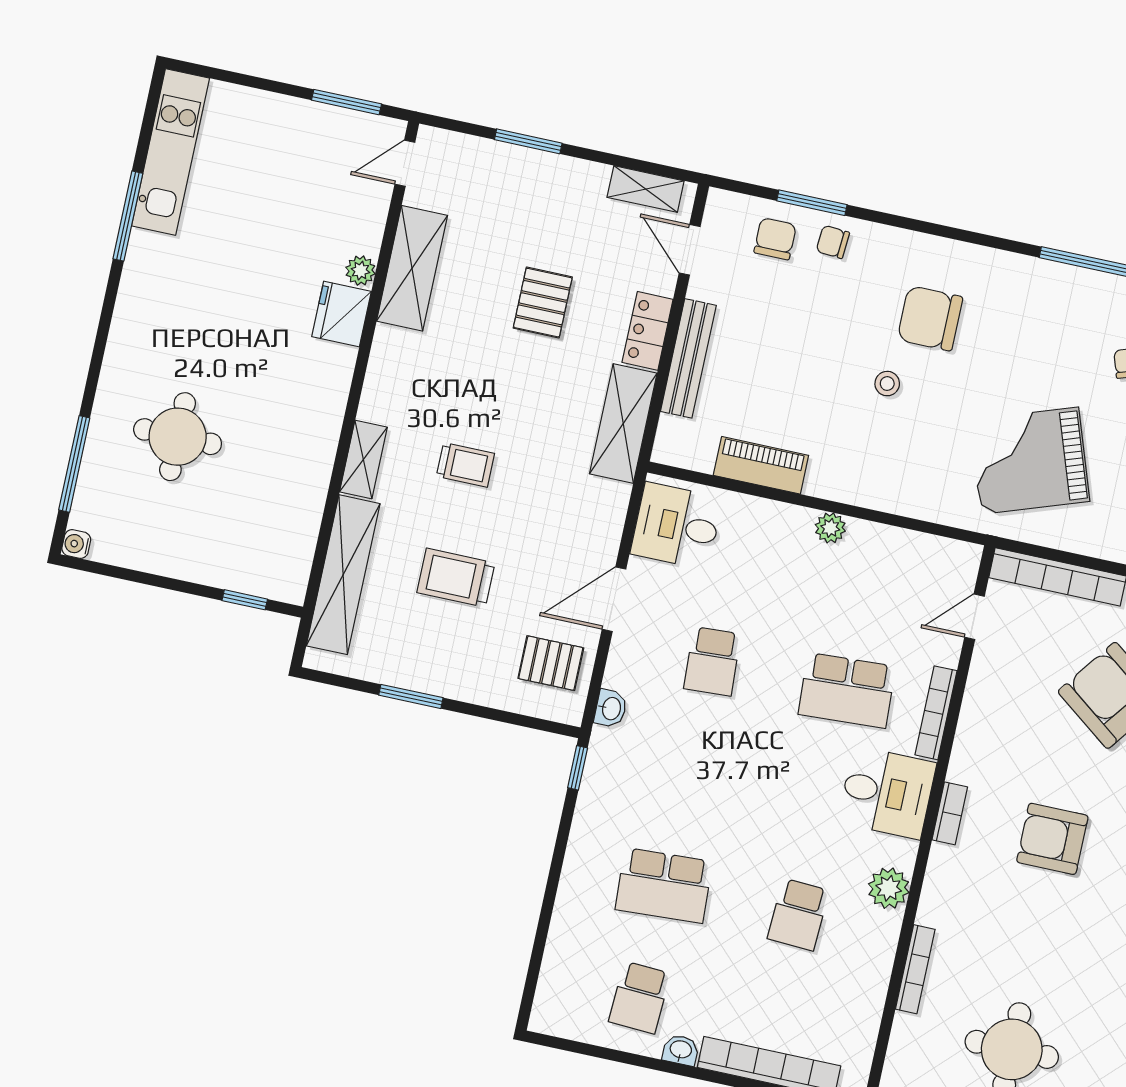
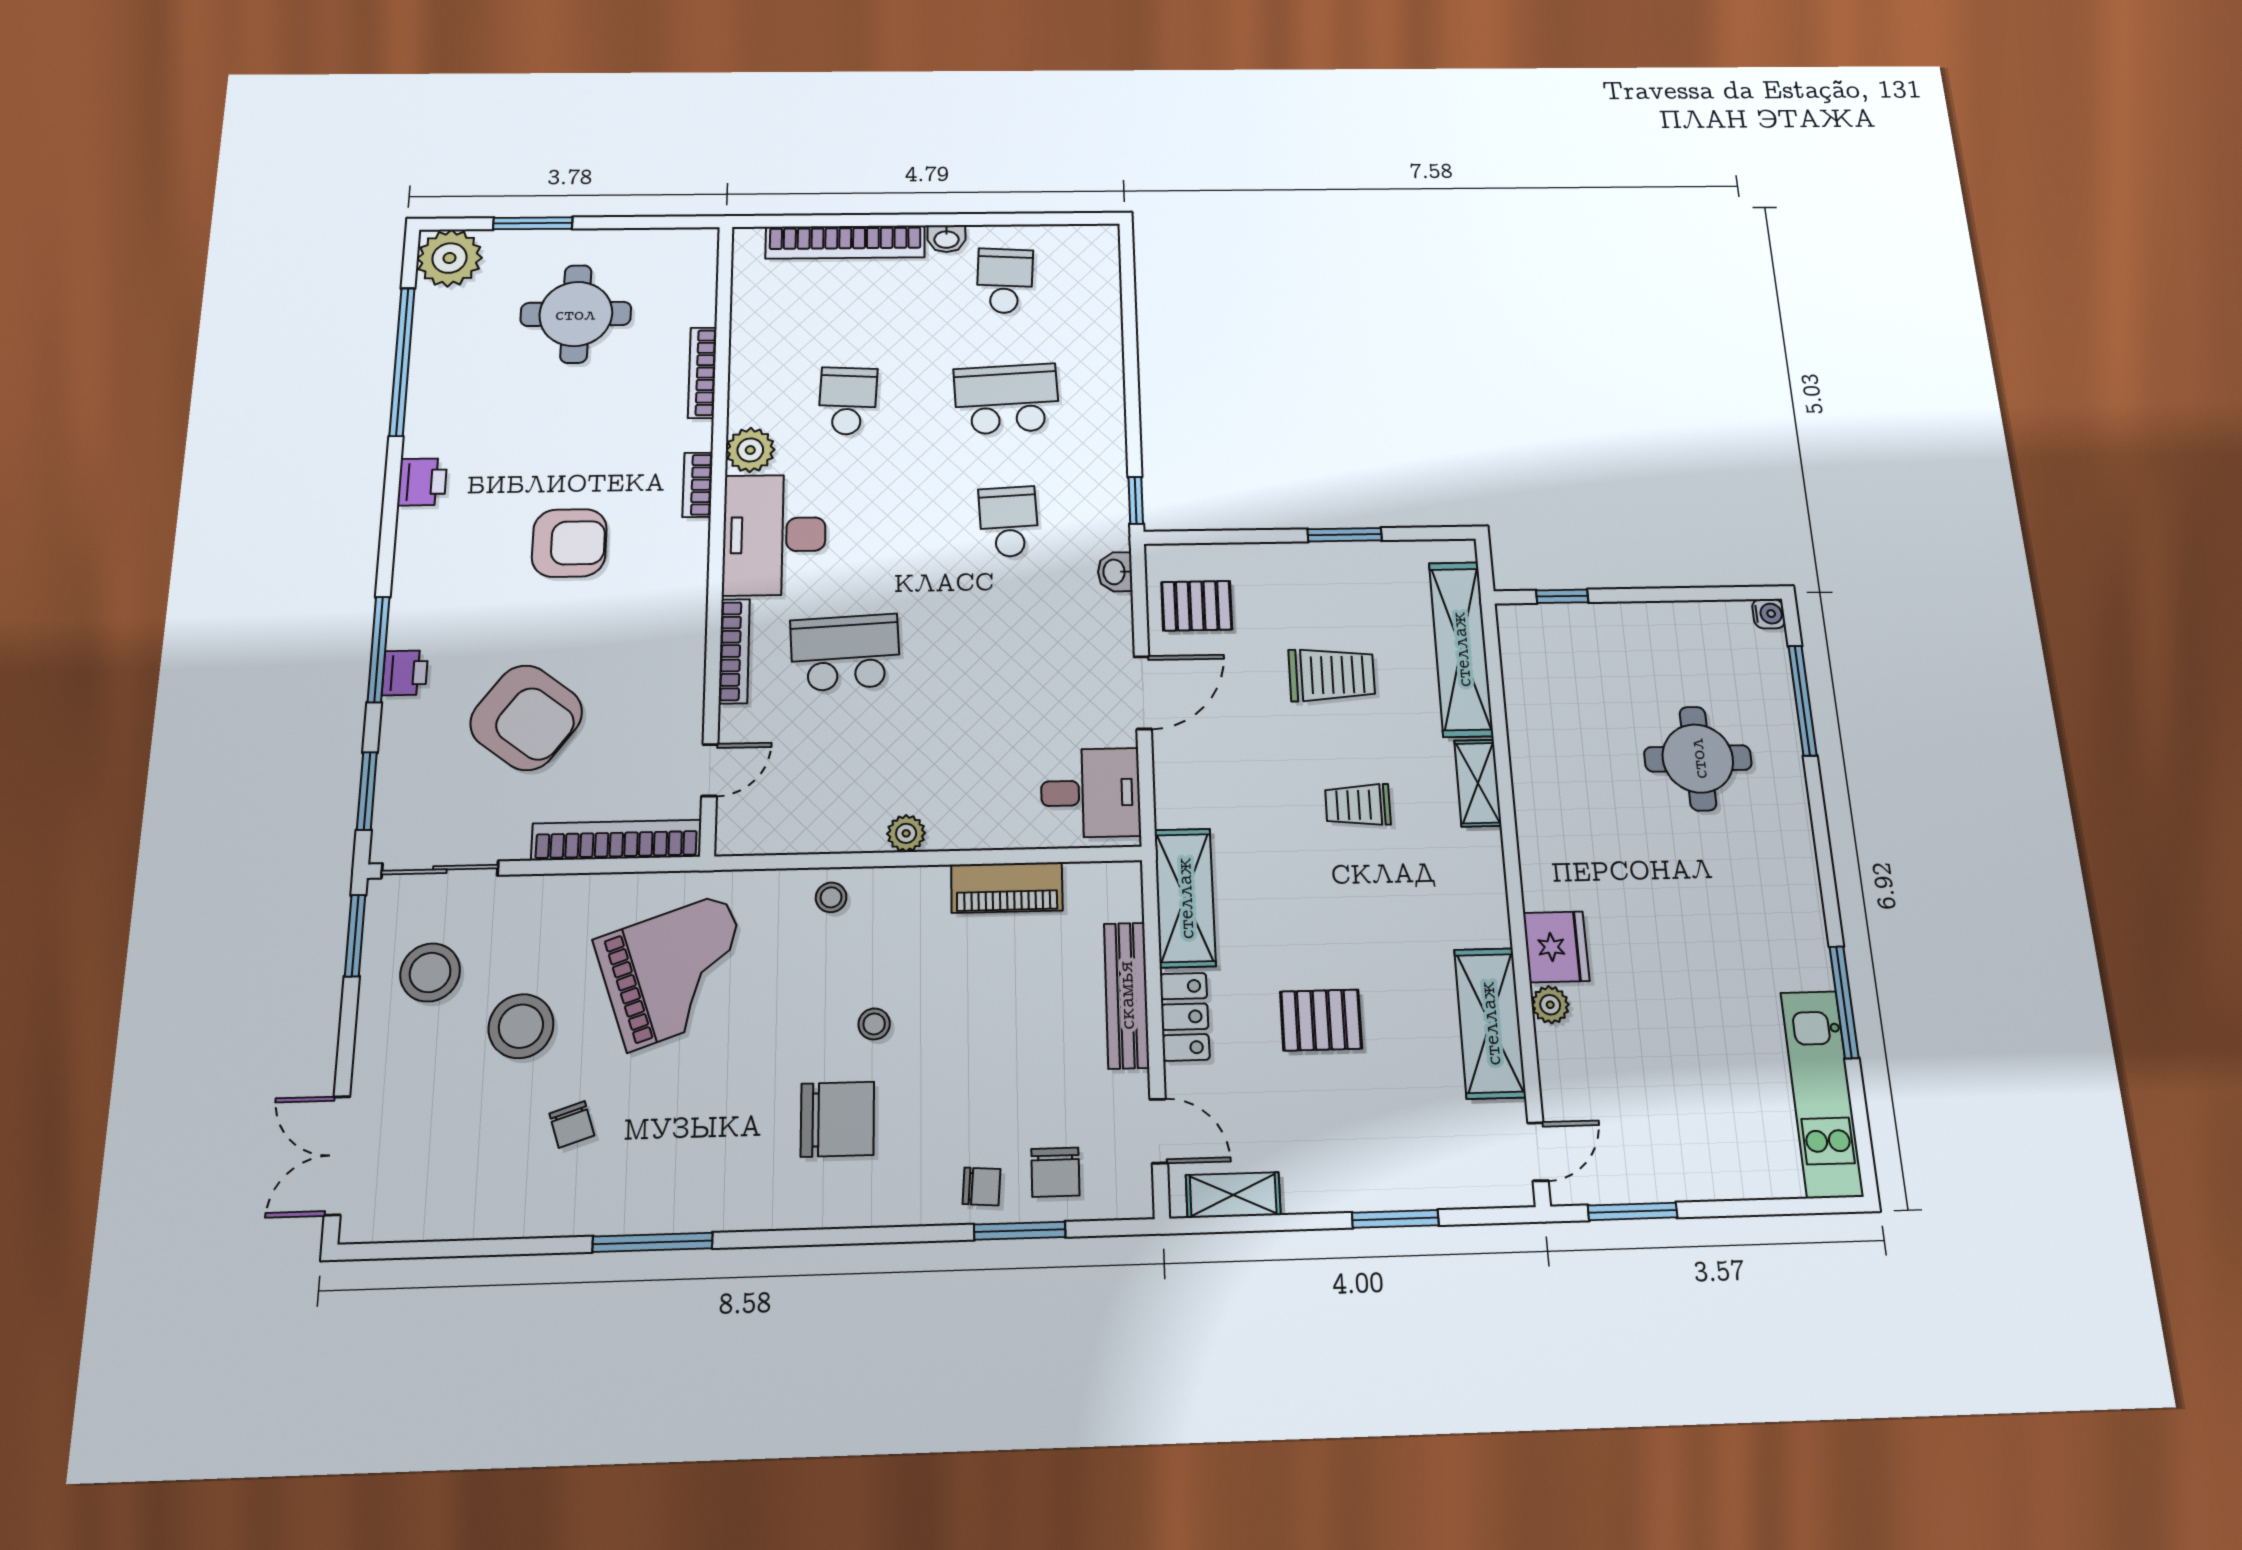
pallet: (543, 303) -> (1321, 1020), turned 90
stool: (900, 491) -> (831, 897), added
school desk: (712, 661) -> (1009, 522), moved
desk: (887, 793) -> (774, 535), width x1.37
bookcase: (950, 813) -> (698, 485), moved

